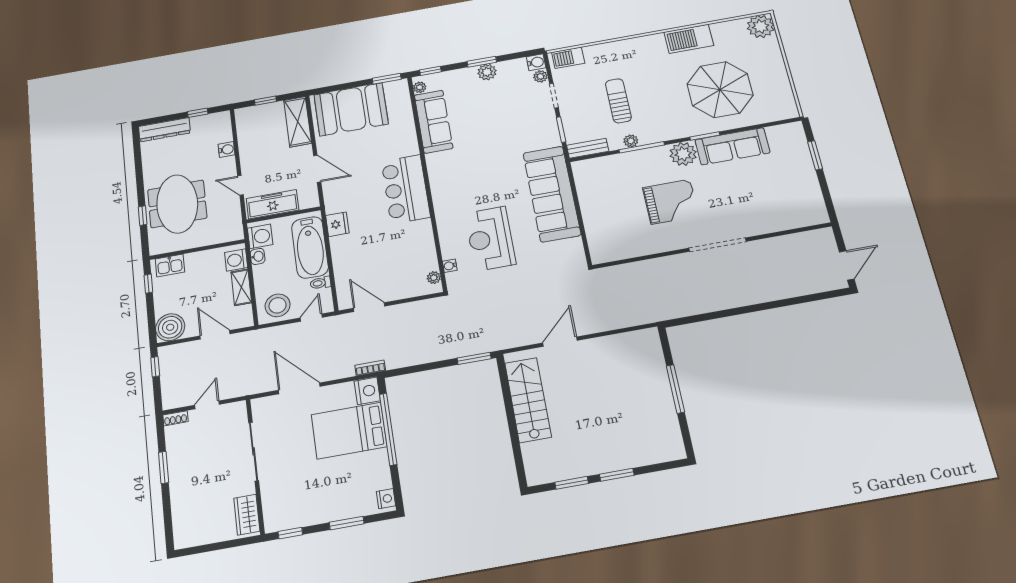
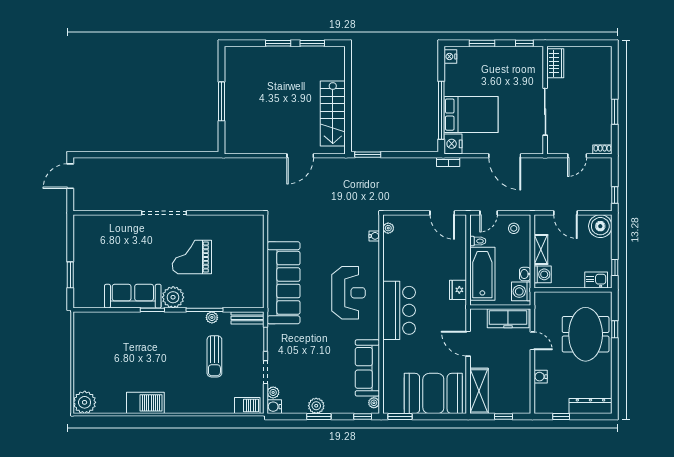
parasol: (720, 90) -> (131, 350), removed
reception desk: (490, 239) -> (349, 293), moved
stool: (278, 305) -> (514, 228), width x0.53, depth x0.53

